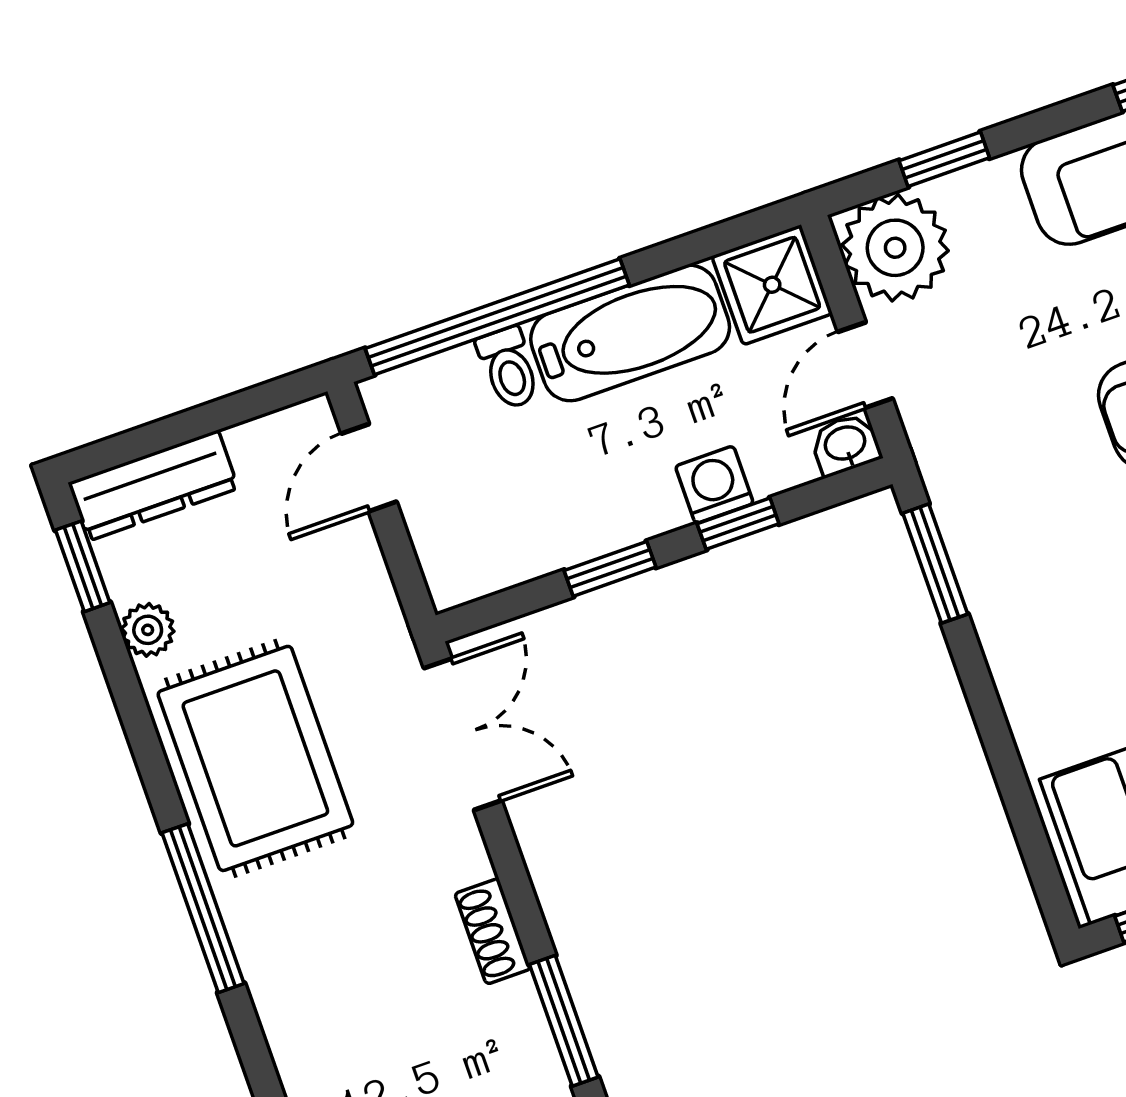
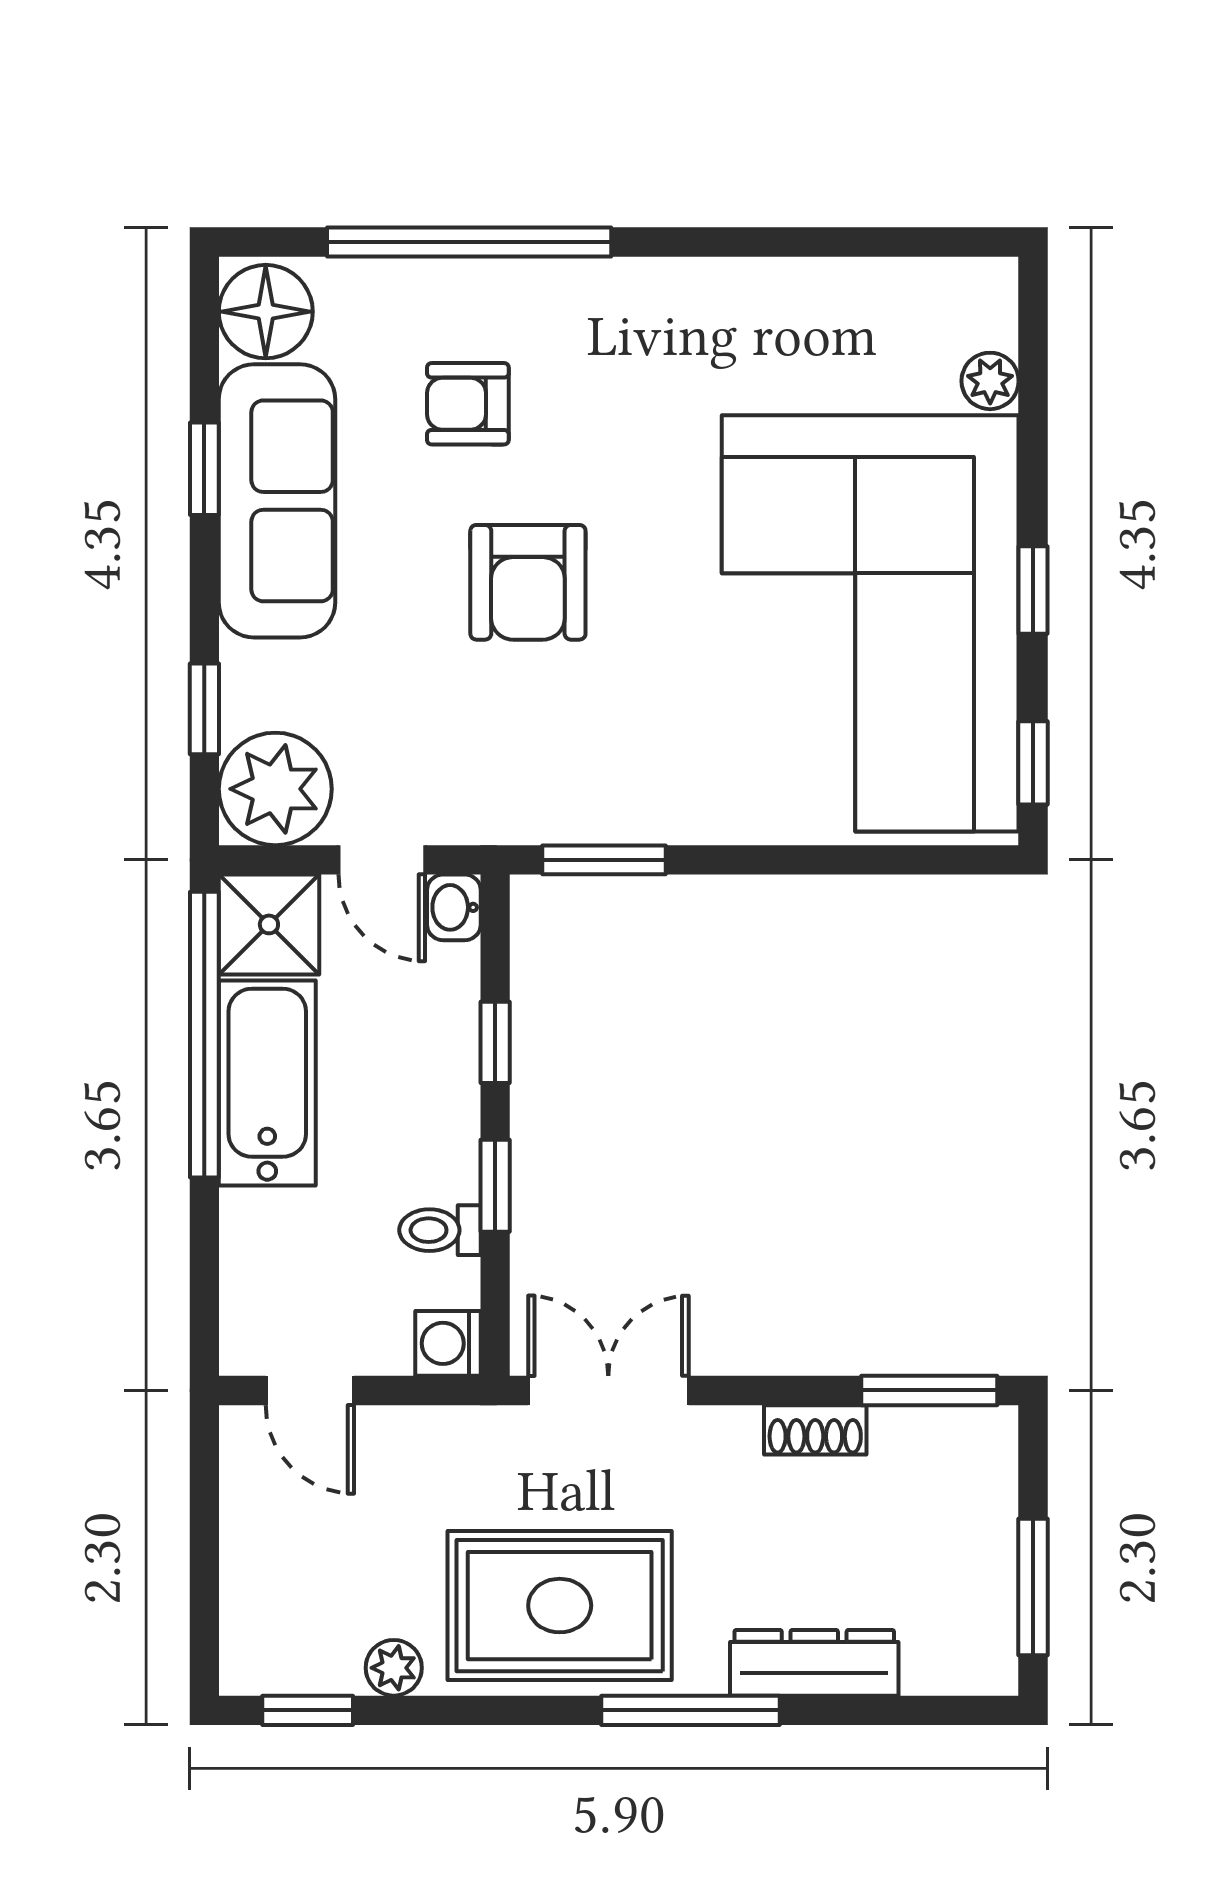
window: (497, 317) -> (204, 1035), moved
toilet: (509, 368) -> (440, 1230), moved, turned 180
dresser: (153, 485) -> (814, 1663), moved, turned -90
washing machine: (714, 485) -> (448, 1343), moved

